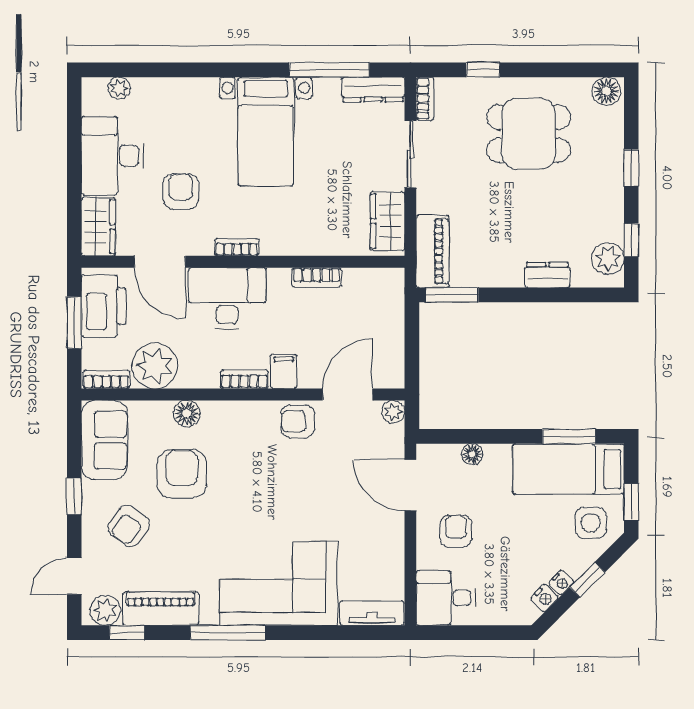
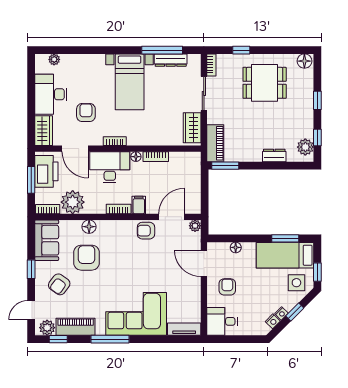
dresser: (373, 89) -> (171, 60), moved
floor lamp: (278, 277) -> (136, 157), added

